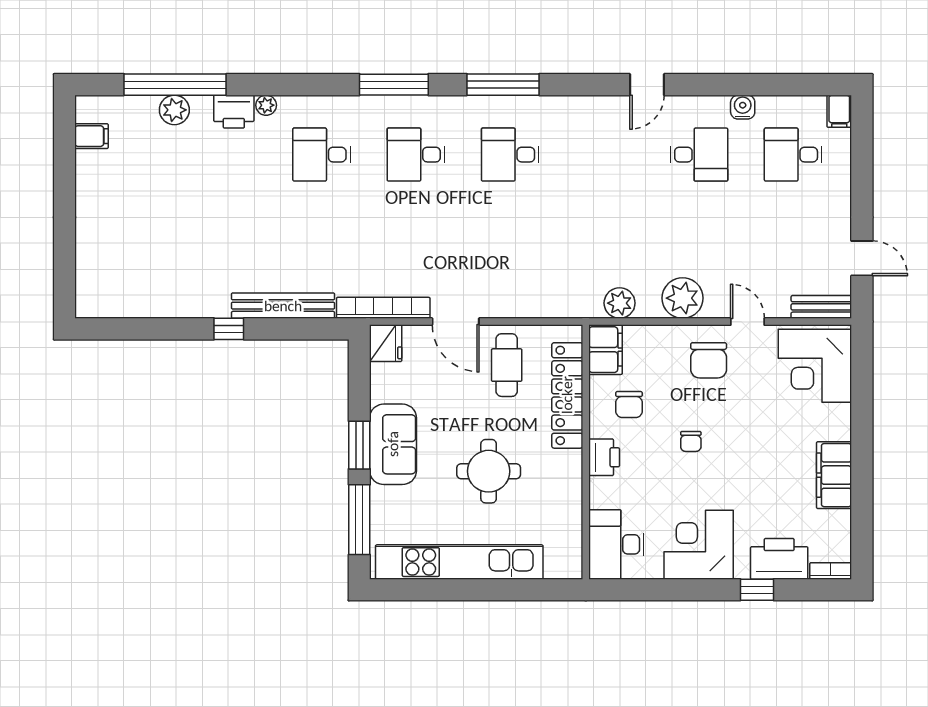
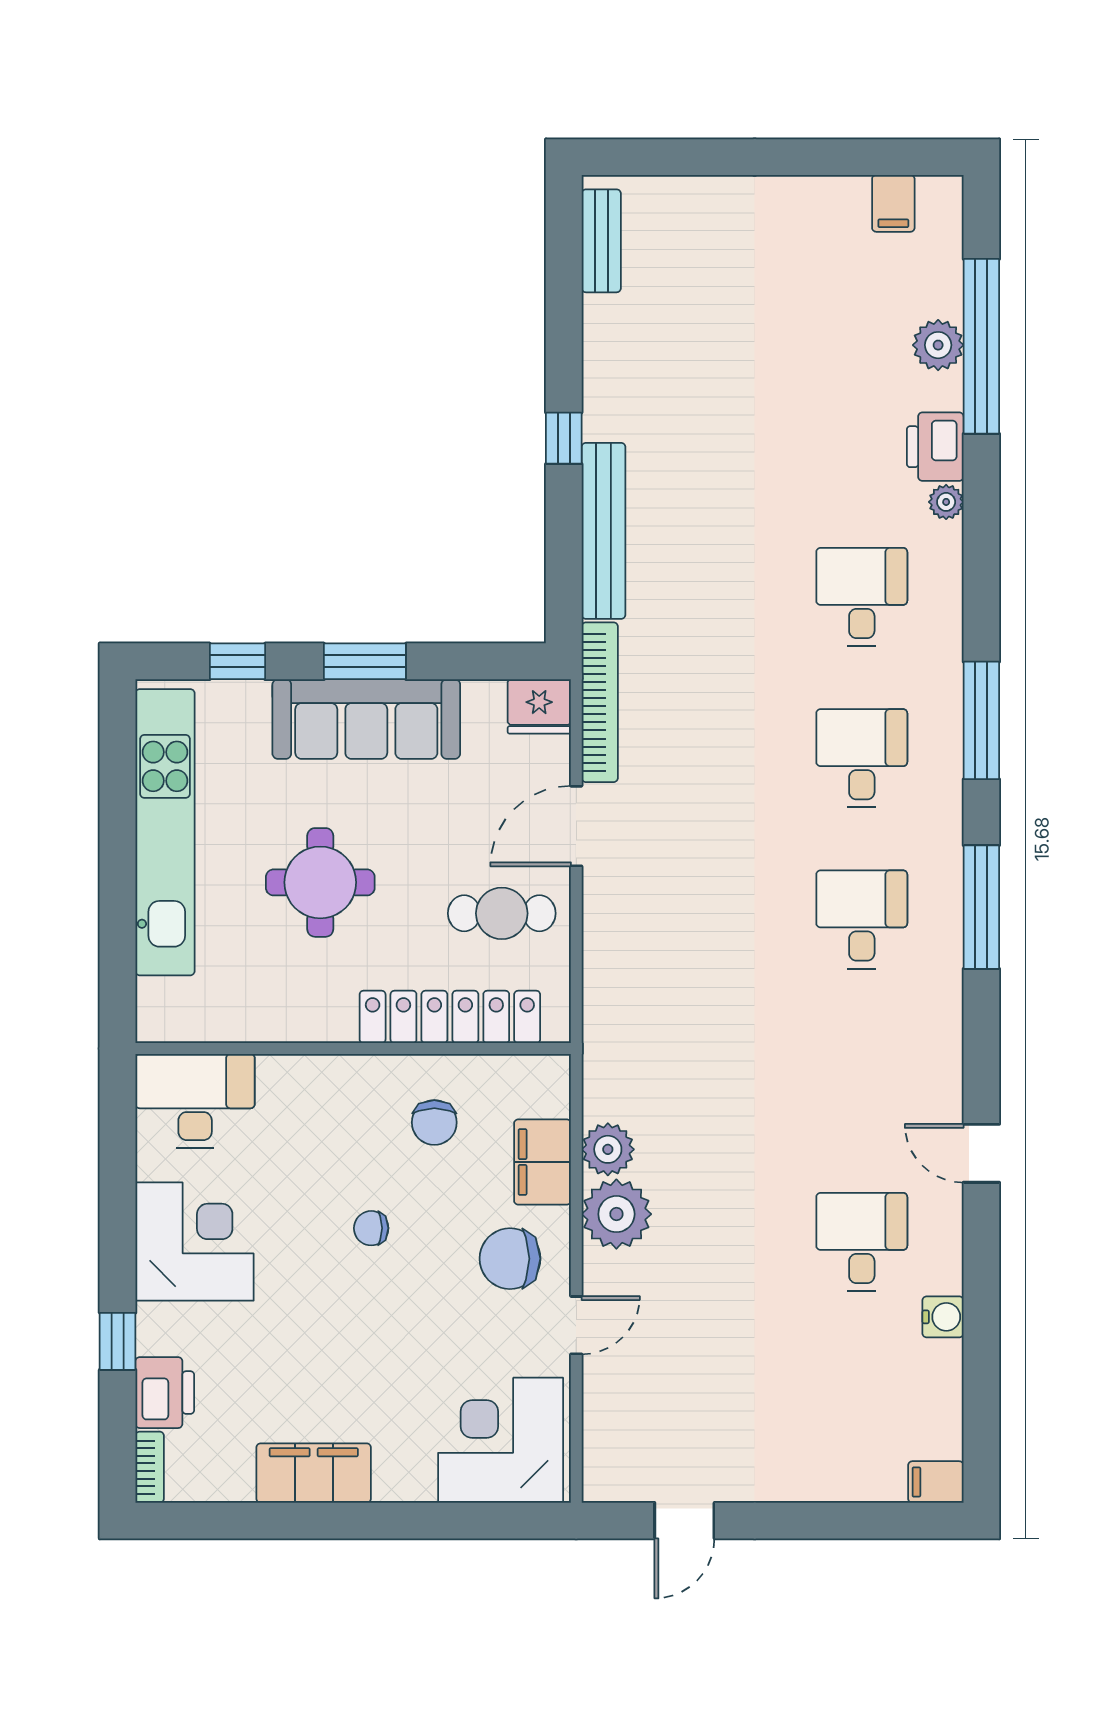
desk: (699, 155) -> (862, 1242), turned 180
desk: (793, 155) -> (862, 1403), removed
plant: (620, 303) -> (608, 1149), moved
bench: (821, 307) -> (601, 241), moved
filing cabinet: (606, 350) -> (542, 1162), moved, turned 90
chair: (629, 405) -> (434, 1122), turned -90
sofa: (393, 444) -> (366, 719), width x1.36
printer: (604, 457) -> (344, 1080), removed
window: (359, 520) -> (237, 661), width x0.46
printer: (779, 559) -> (165, 1393), width x0.73, depth x0.84

